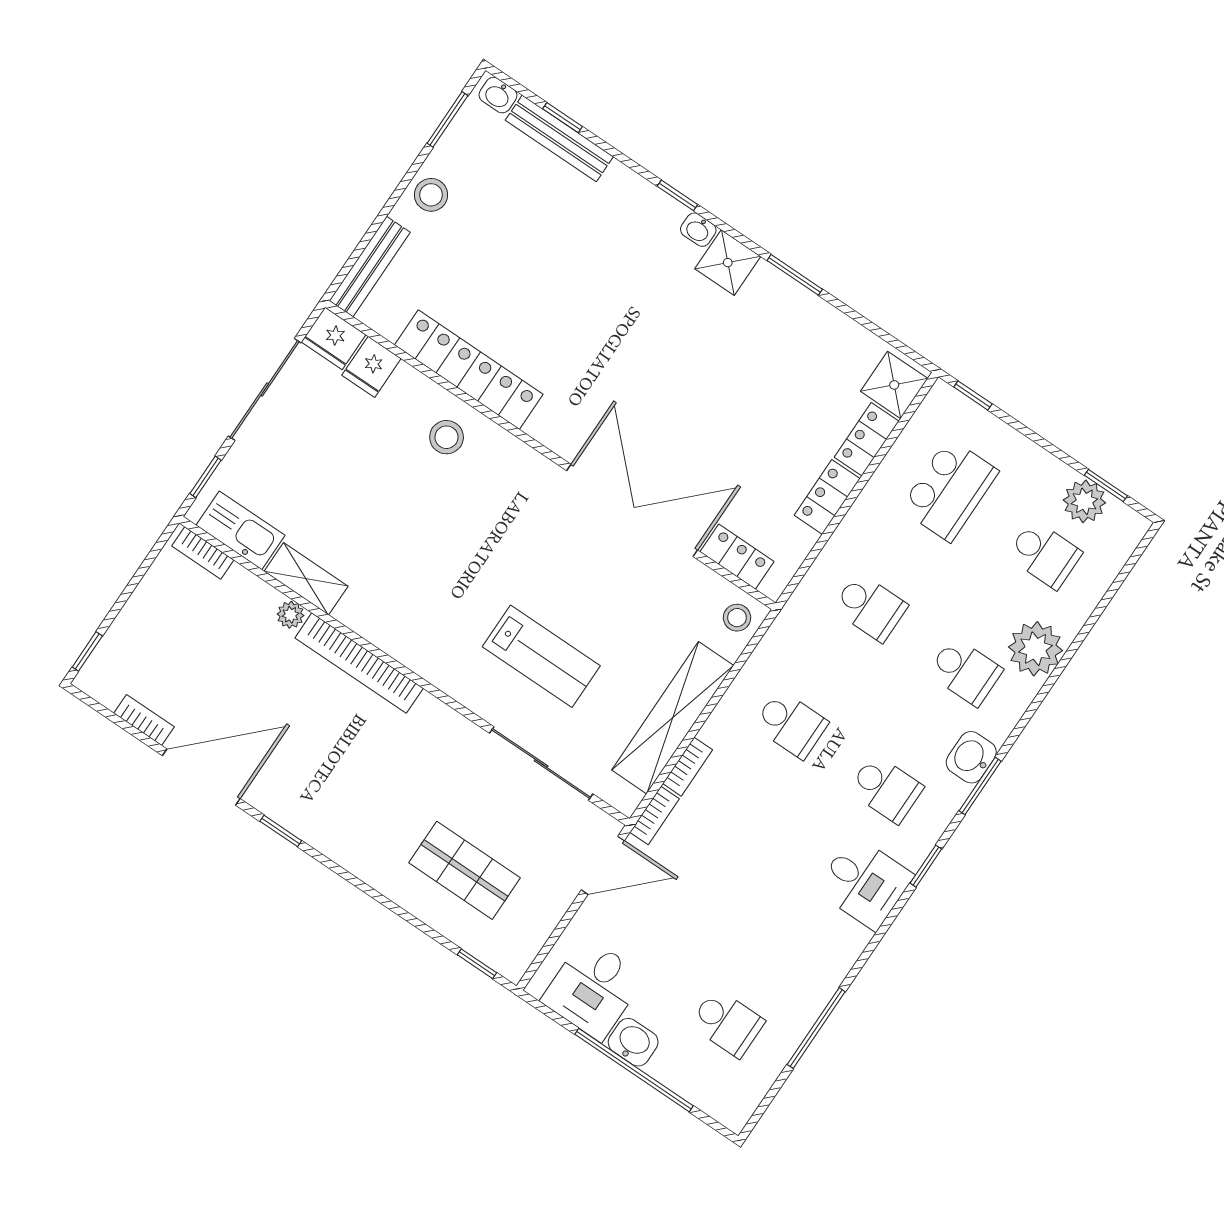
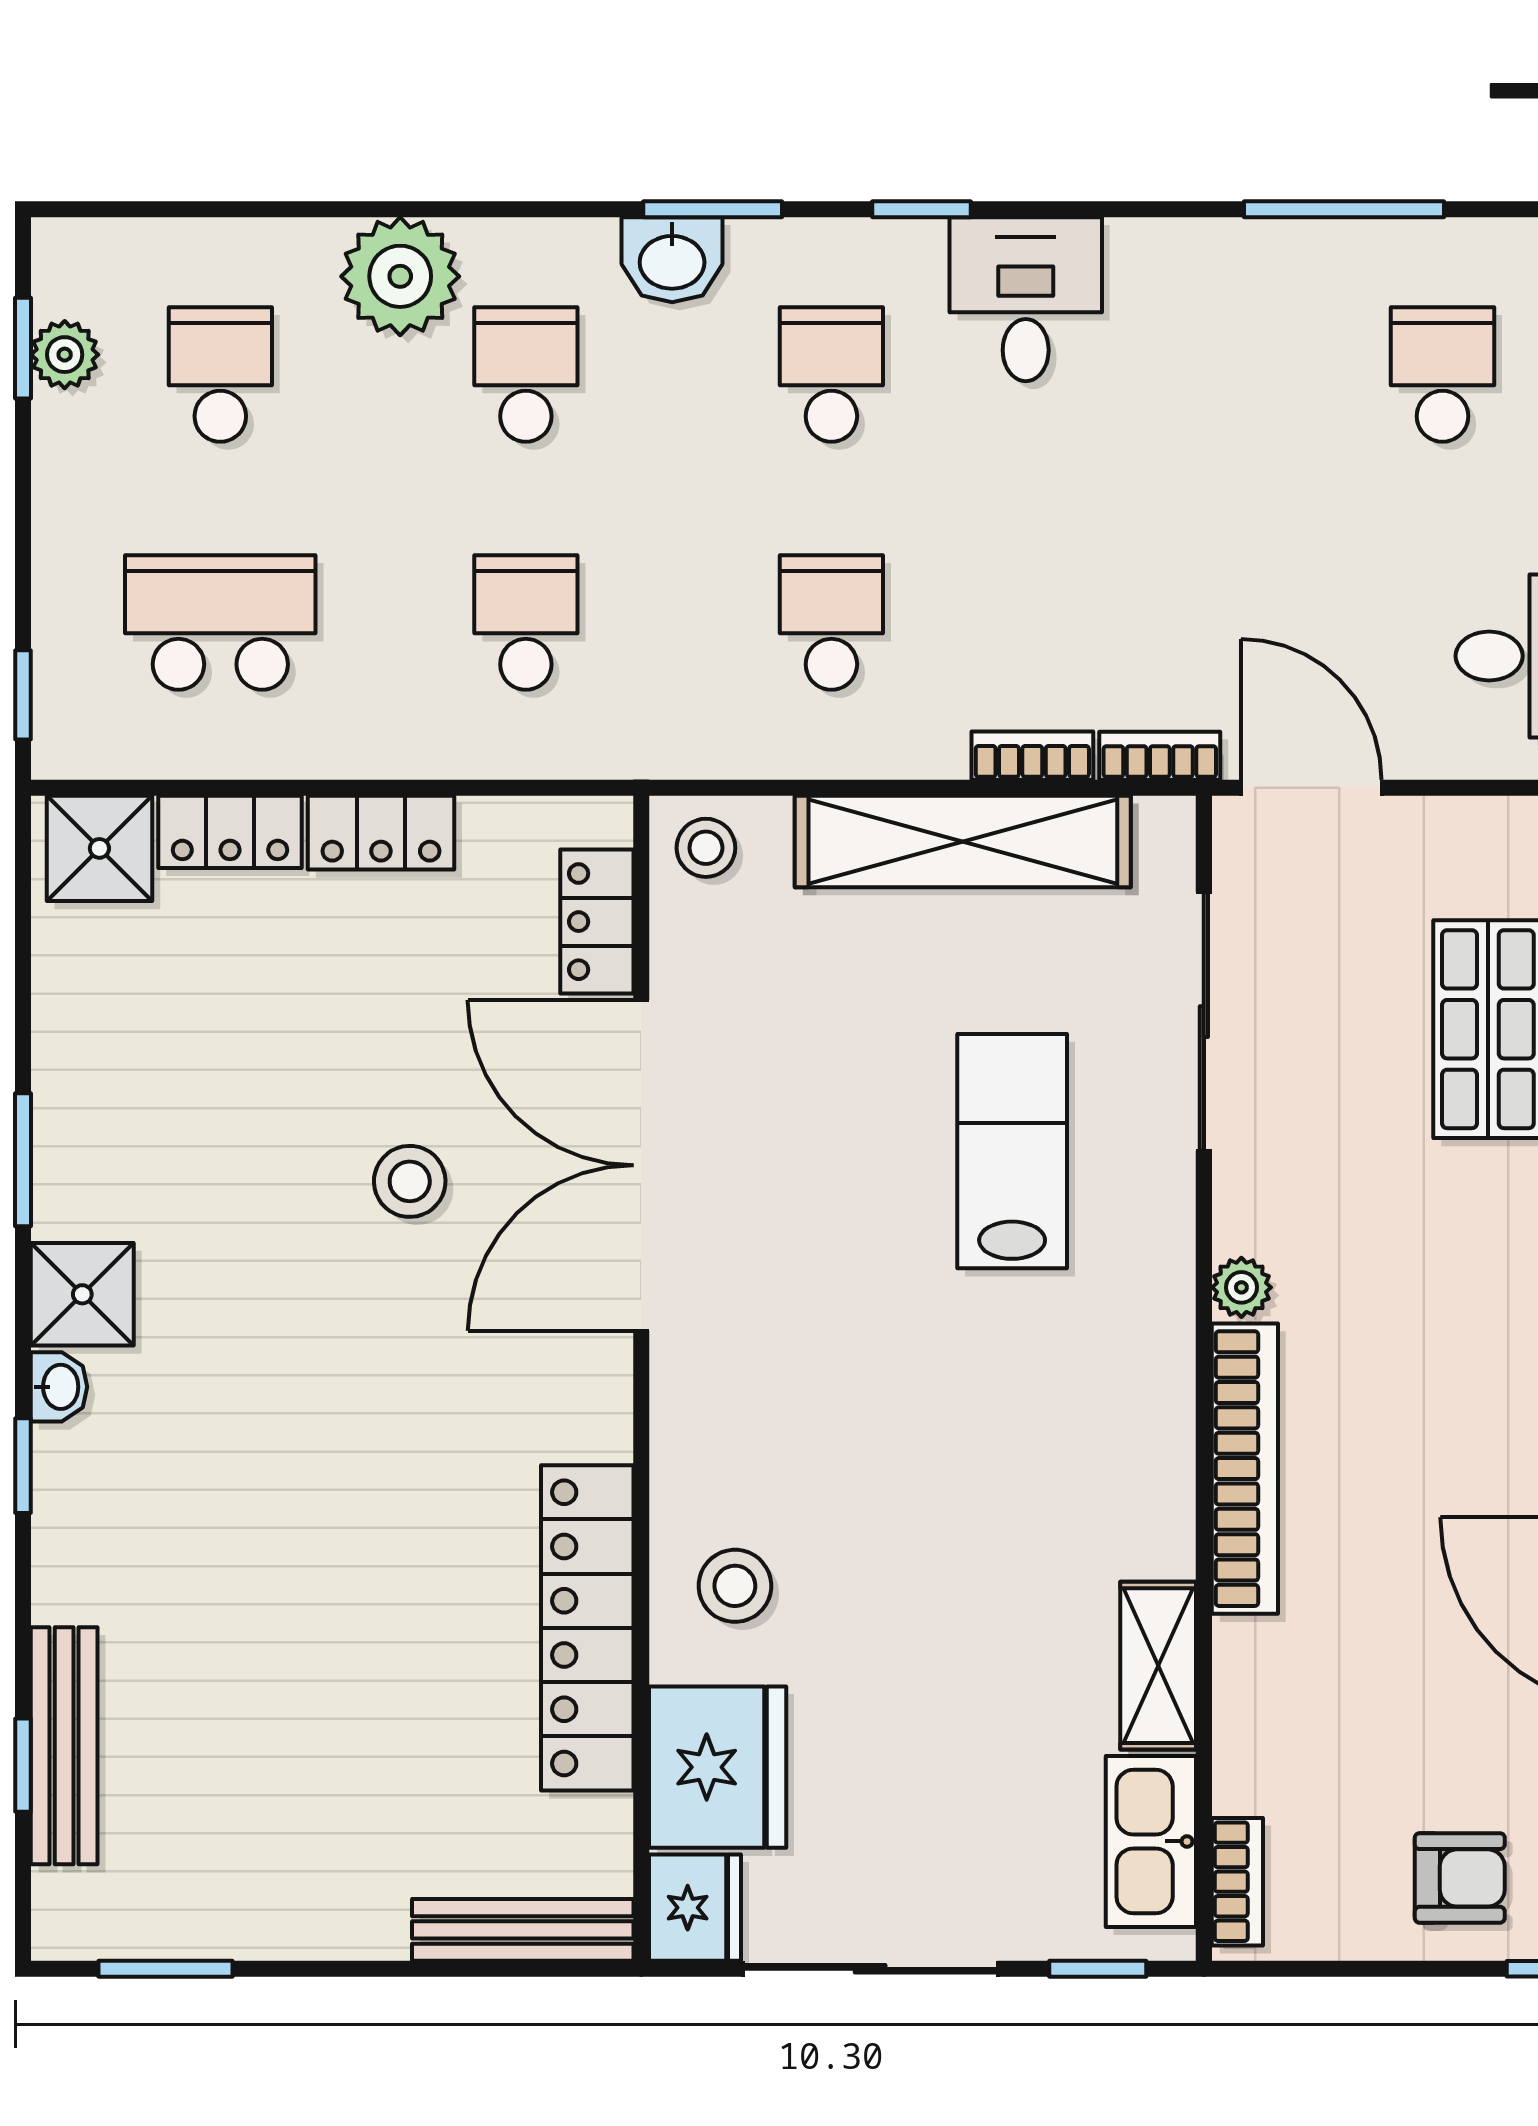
washbasin: (498, 95) -> (61, 1908), removed
stool: (431, 195) -> (410, 1181), moved
fridge: (371, 367) -> (718, 1767), width x1.88, depth x1.34
plant: (1084, 501) -> (65, 355), width x0.73, depth x0.73
plant: (290, 615) -> (1241, 1287), moved
armchair: (146, 639) -> (1460, 1878), added

